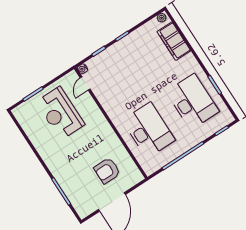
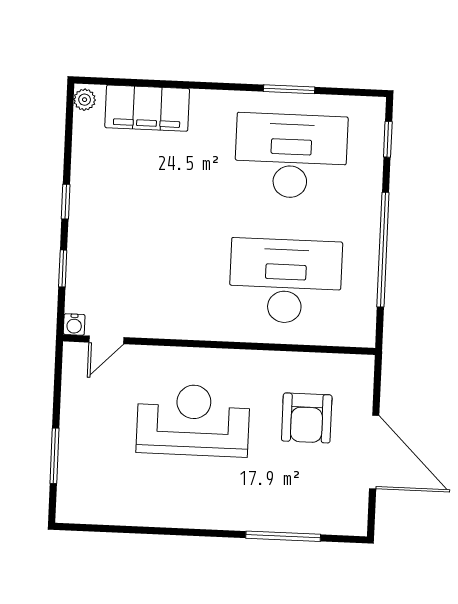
door: (85, 83) -> (106, 340), hinge flipped
reception desk: (60, 113) -> (193, 420), moved, turned 180

